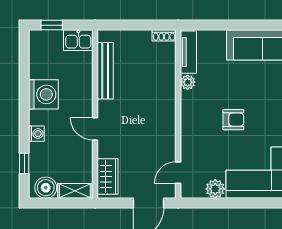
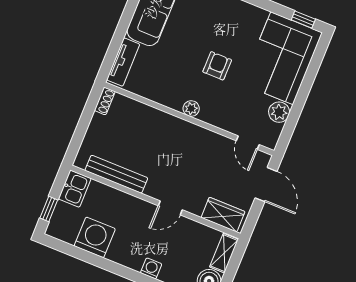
tv unit: (188, 52) -> (123, 62), moved, turned 90
plant: (188, 82) -> (191, 109), moved
washing machine: (43, 94) -> (95, 237), moved

